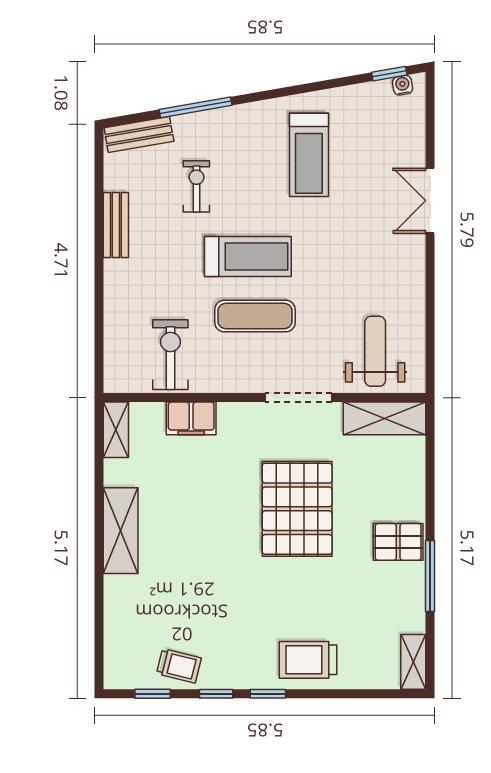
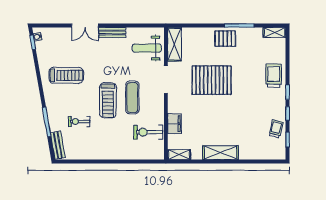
bench: (116, 225) -> (112, 32), moved
treadmill: (248, 256) -> (108, 100), turned 180
pallet: (398, 542) -> (225, 39), turned 90
trolley: (308, 660) -> (274, 76), turned 180

